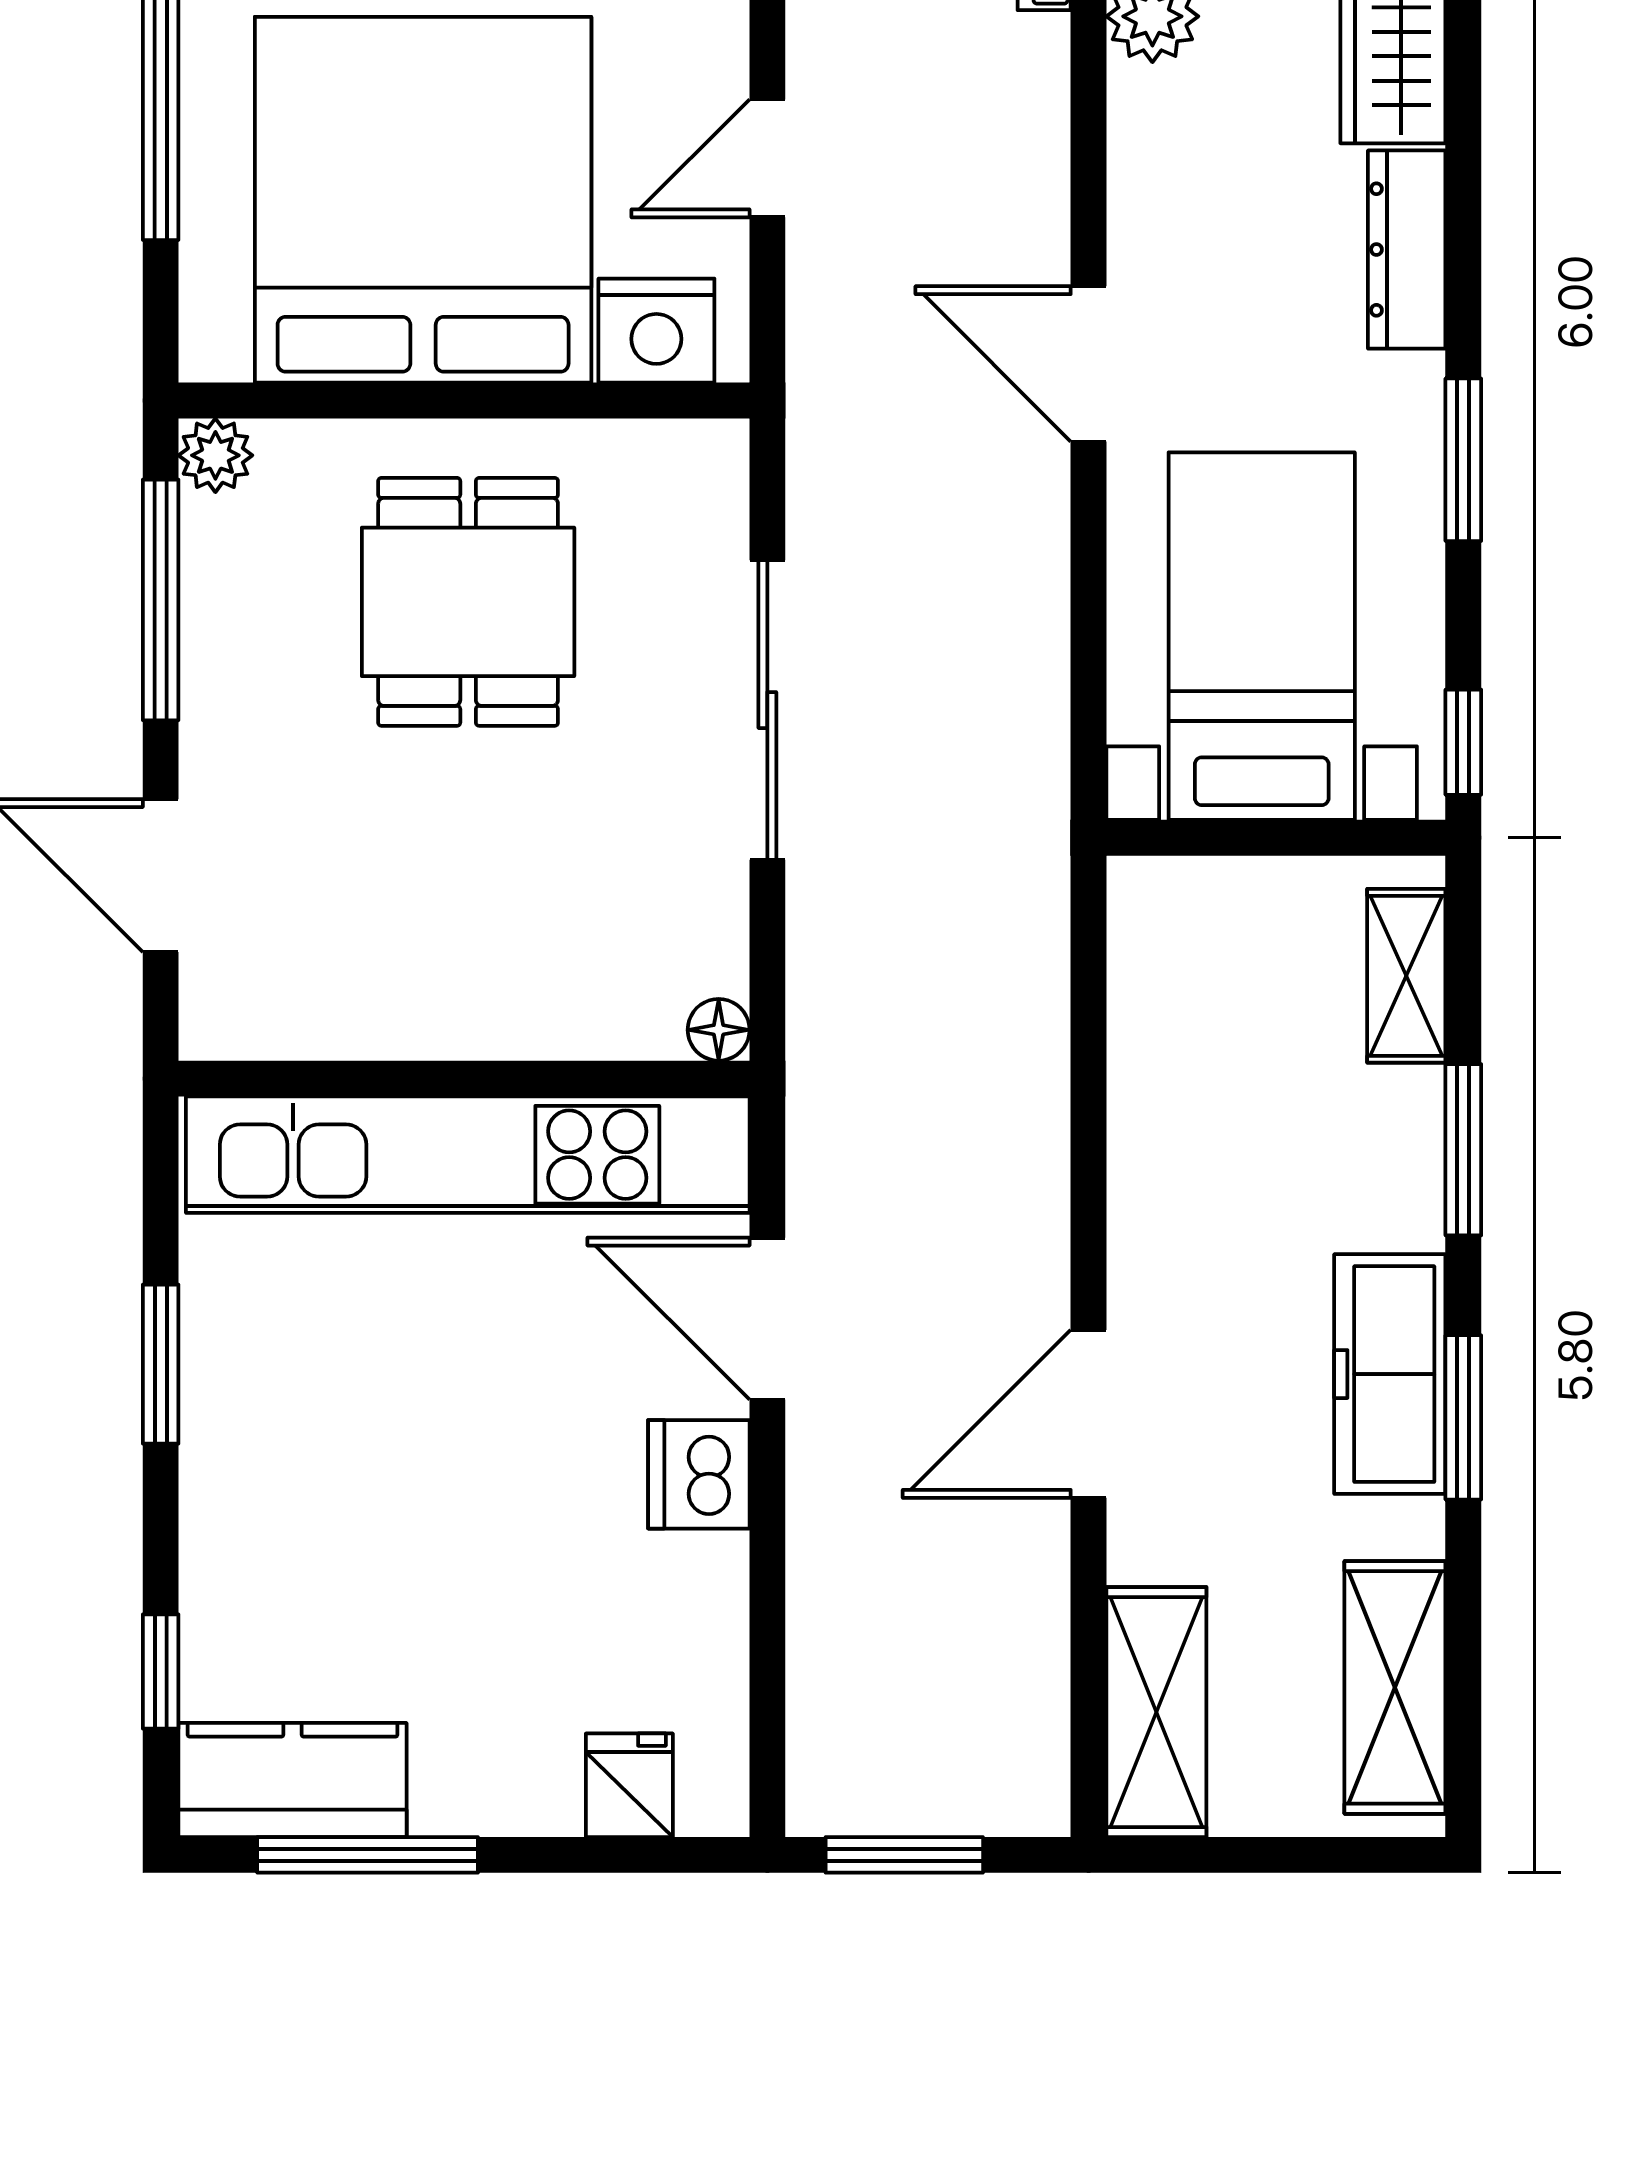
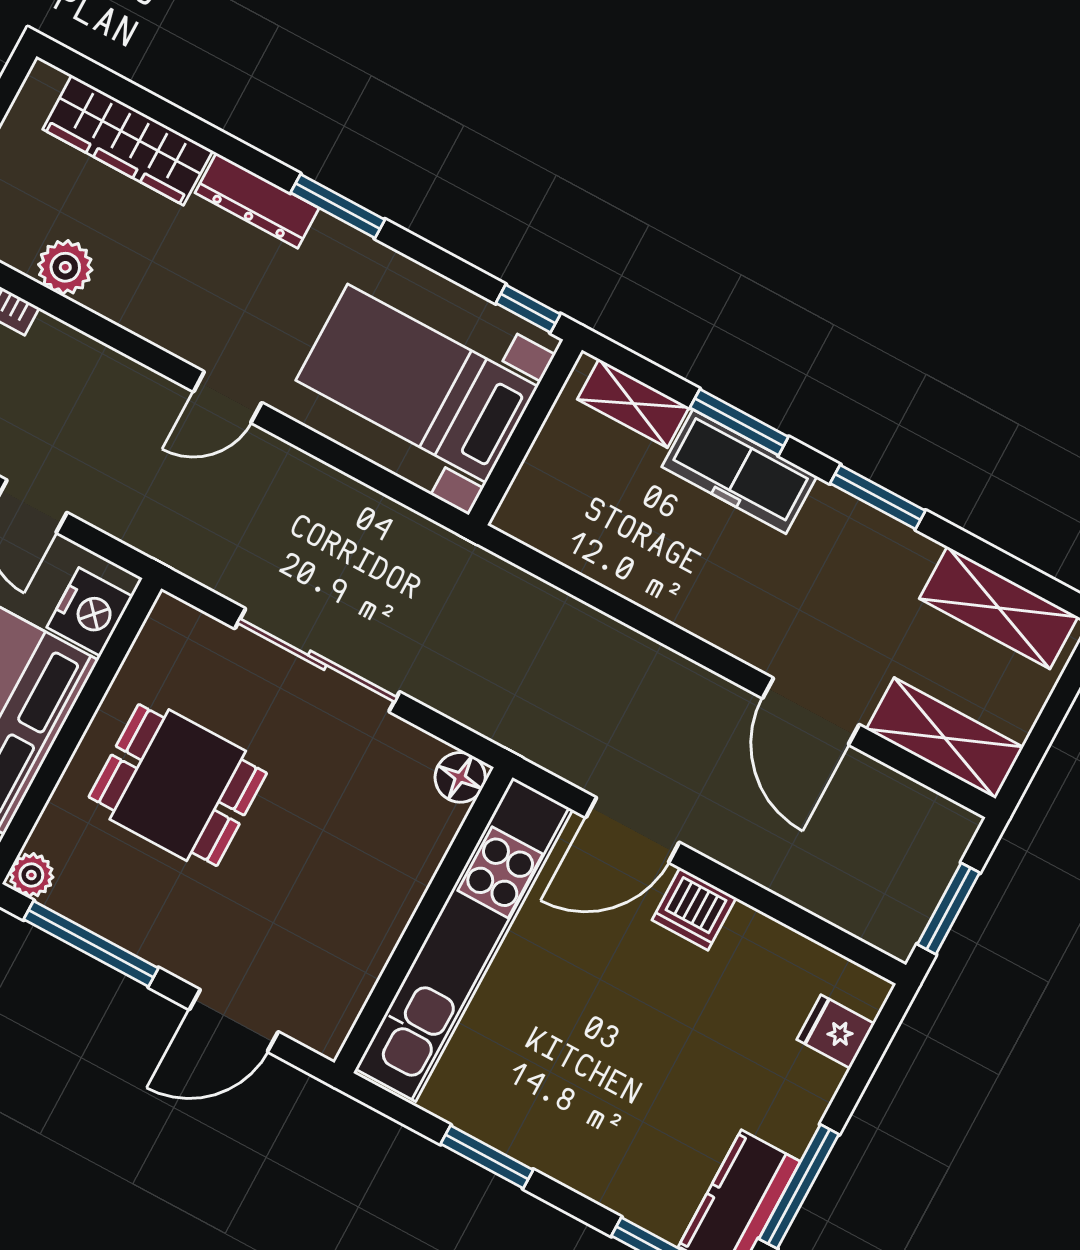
door: (1089, 364) -> (228, 397), width x0.73
window: (1463, 460) -> (338, 206), moved
floor lamp: (719, 1030) -> (460, 777), width x1.37, depth x1.37
freezer: (1390, 1374) -> (739, 472), moved
door: (1089, 1414) -> (811, 711), moved

